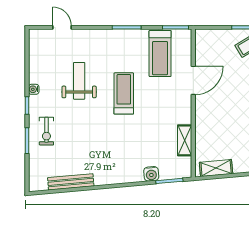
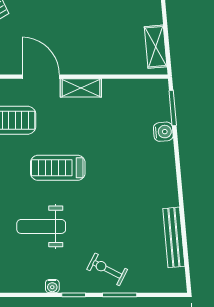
exercise bike: (46, 131) -> (107, 269), turned -153
shelving: (185, 140) -> (81, 88), moved

